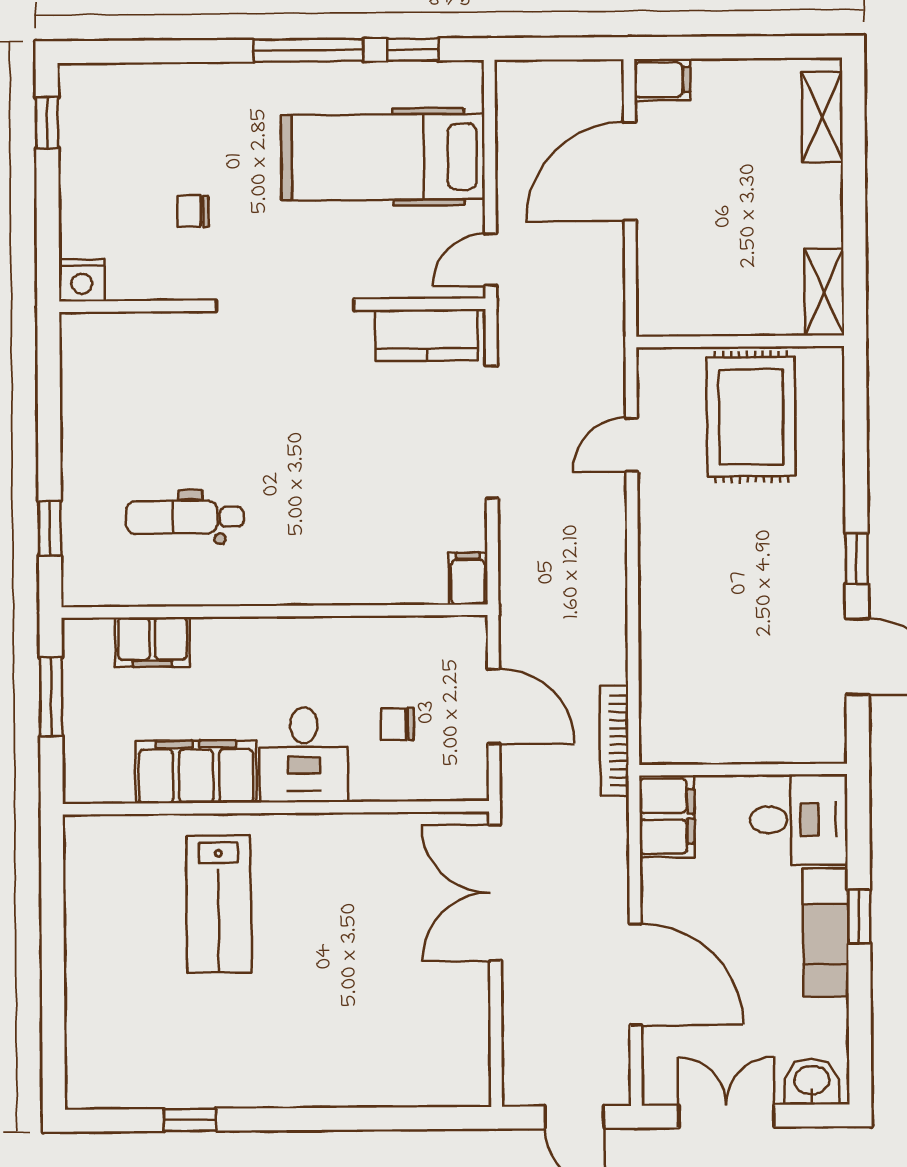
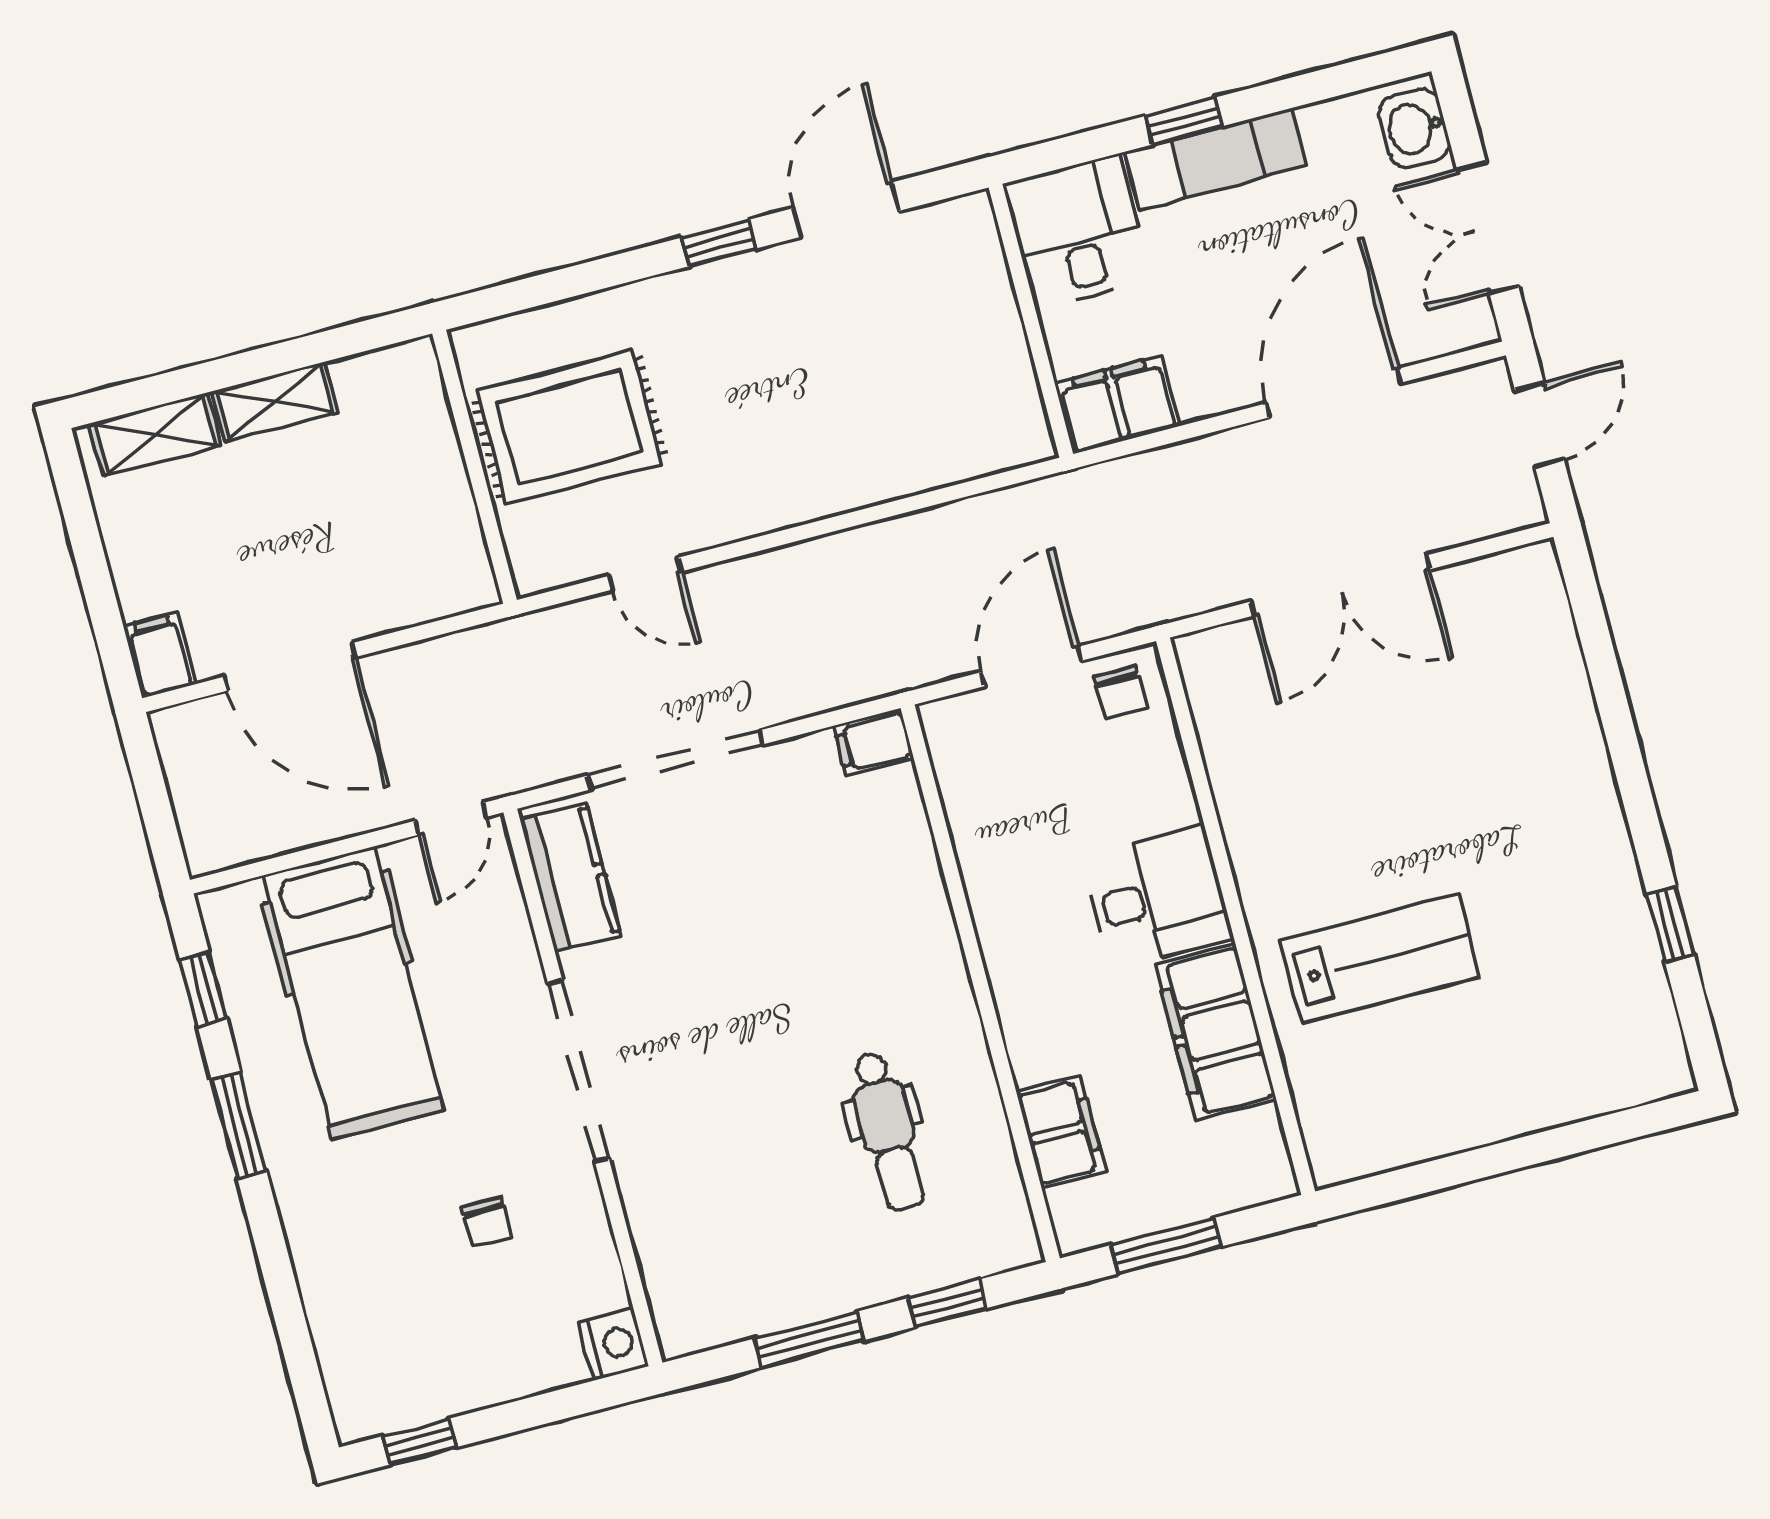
window: (308, 50) -> (239, 1125), width x0.69
door: (491, 260) -> (451, 819), hinge flipped
shelving: (824, 292) -> (275, 402), moved
window: (49, 422) -> (809, 1339), added
chair: (397, 724) -> (1121, 692), moved
bookcase: (614, 741) -> (1036, 498), removed
double door: (495, 893) -> (1340, 585), moved

